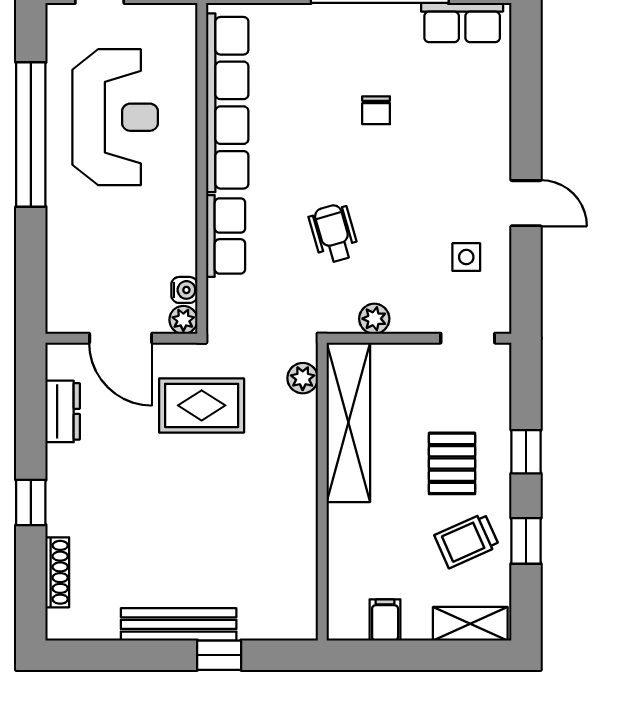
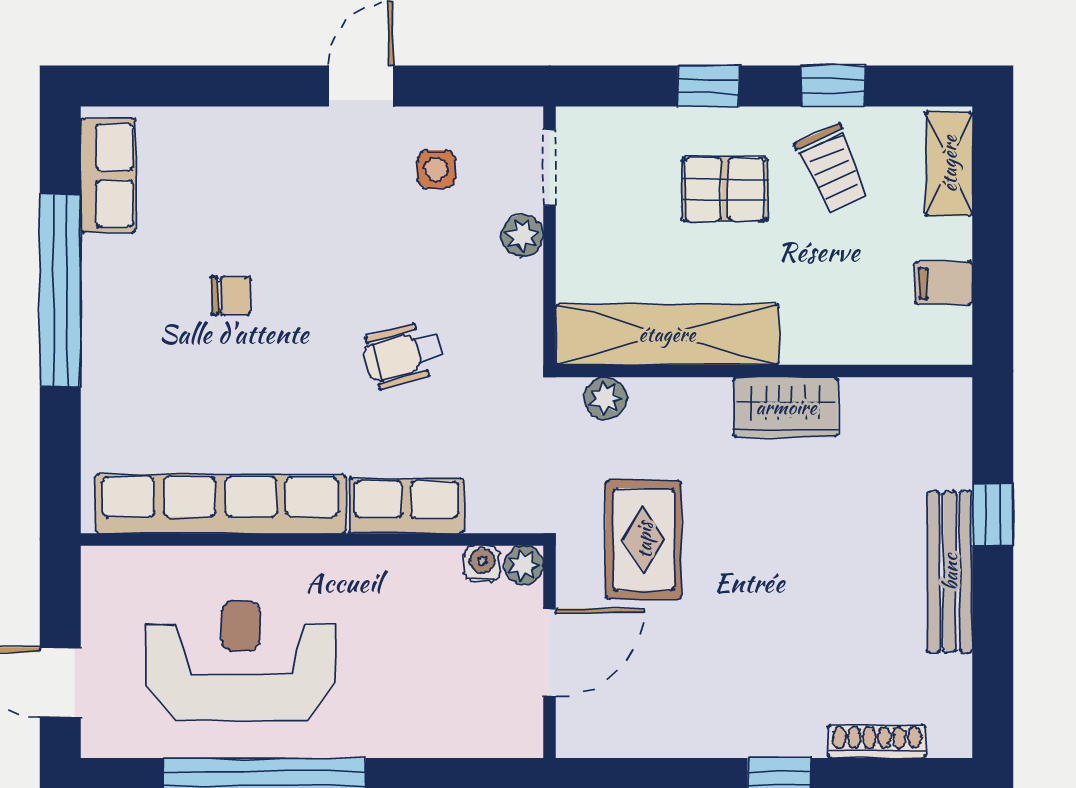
plant: (374, 319) -> (522, 236), moved
dresser: (63, 411) -> (652, 734), removed
wardrobe: (296, 507) -> (786, 407), added

